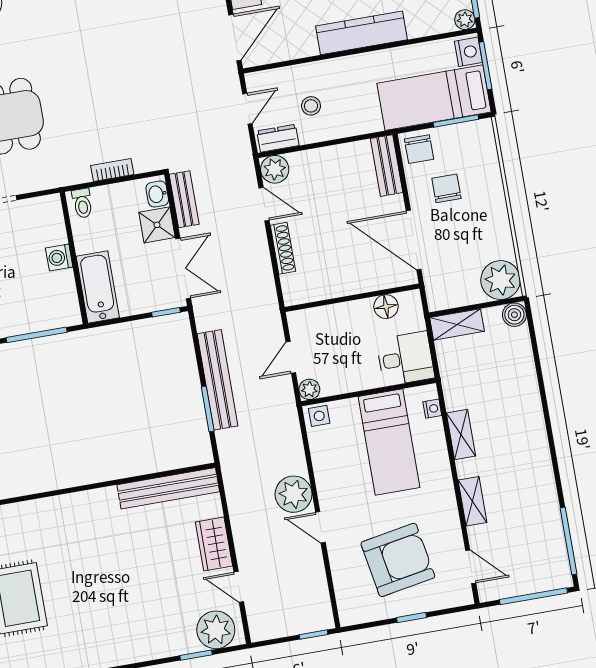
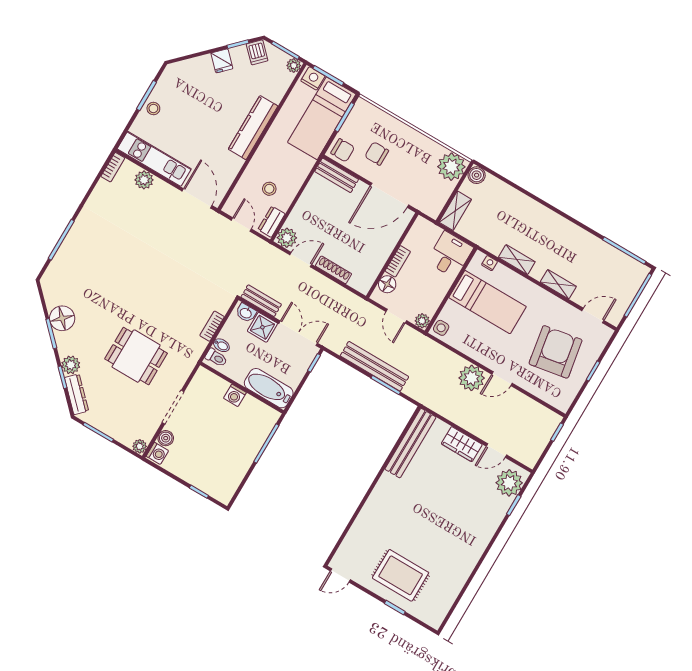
bidet: (100, 197) -> (221, 345), added
floor lamp: (386, 307) -> (387, 284), moved
bookcase: (351, 309) -> (398, 261), added

